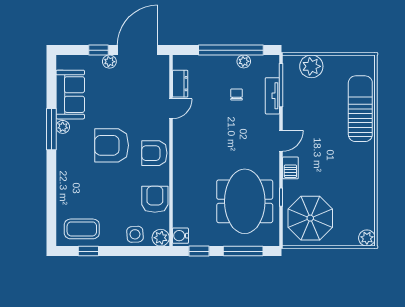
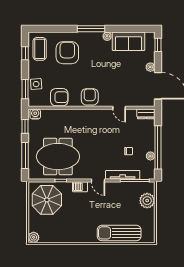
window: (98, 50) -> (158, 45), moved
dresser: (180, 84) -> (146, 114), moved
tv unit: (272, 96) -> (123, 175), width x1.41
sun lounger: (360, 109) -> (119, 233), turned 180
window: (51, 129) -> (91, 29), moved
armchair: (112, 145) -> (67, 53), moved
plant: (161, 238) -> (34, 101), removed
window: (143, 251) -> (25, 89), added

